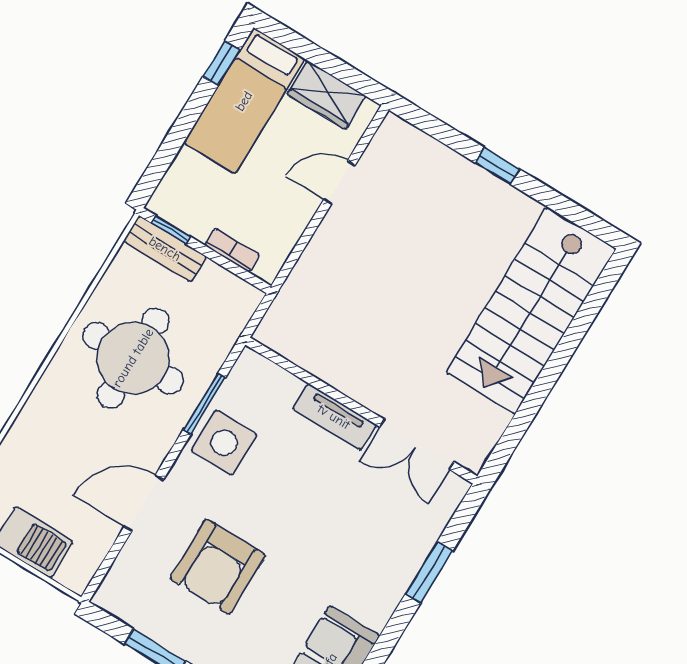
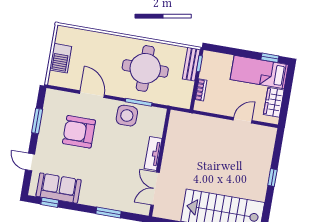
door: (340, 182) -> (243, 120), hinge flipped

